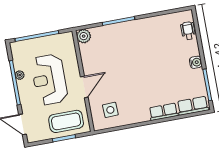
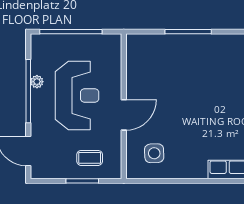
plant: (84, 36) -> (136, 44), removed
reception desk: (49, 80) -> (77, 95), turned 180
coffee table: (66, 121) -> (90, 158), width x0.54, depth x0.58

